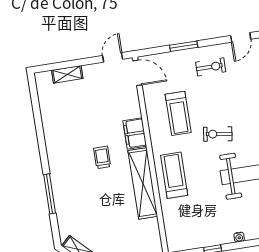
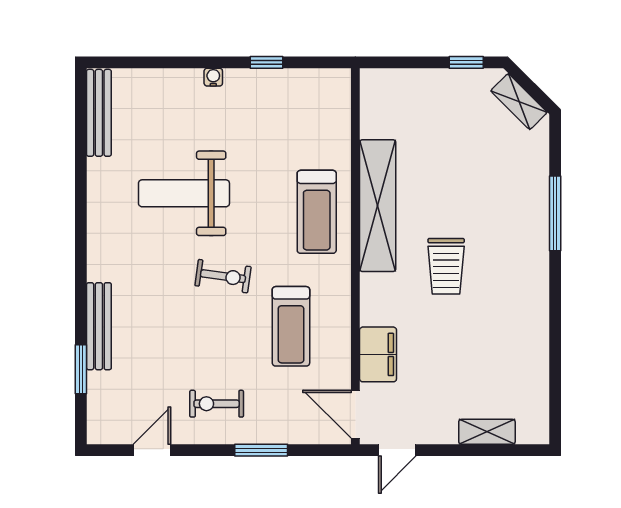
treadmill: (178, 113) -> (291, 326), turned 180
filing cabinet: (135, 133) -> (378, 354), moved
trolley: (102, 157) -> (446, 266), width x1.36, depth x1.39

